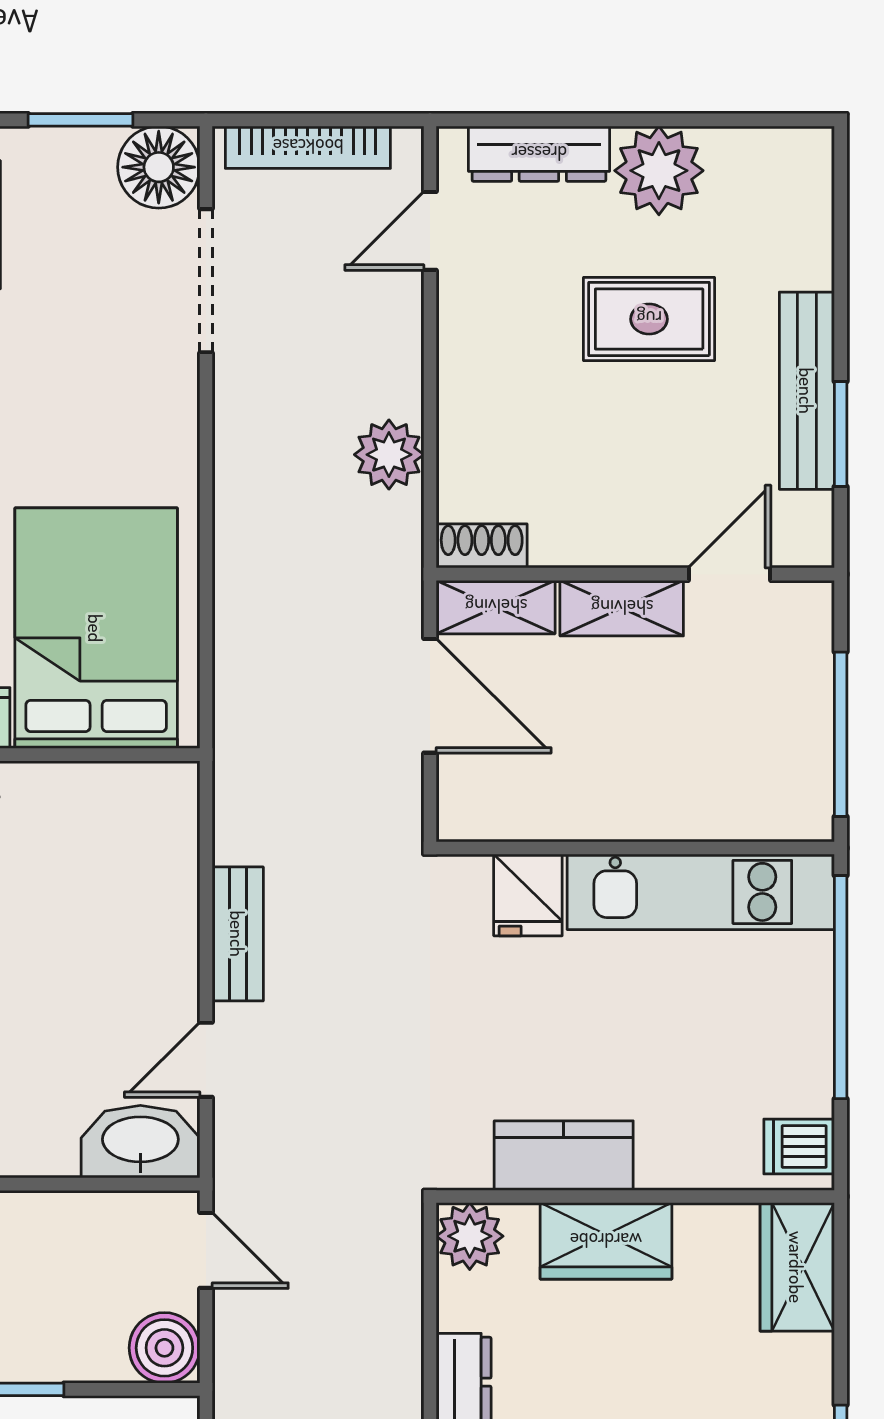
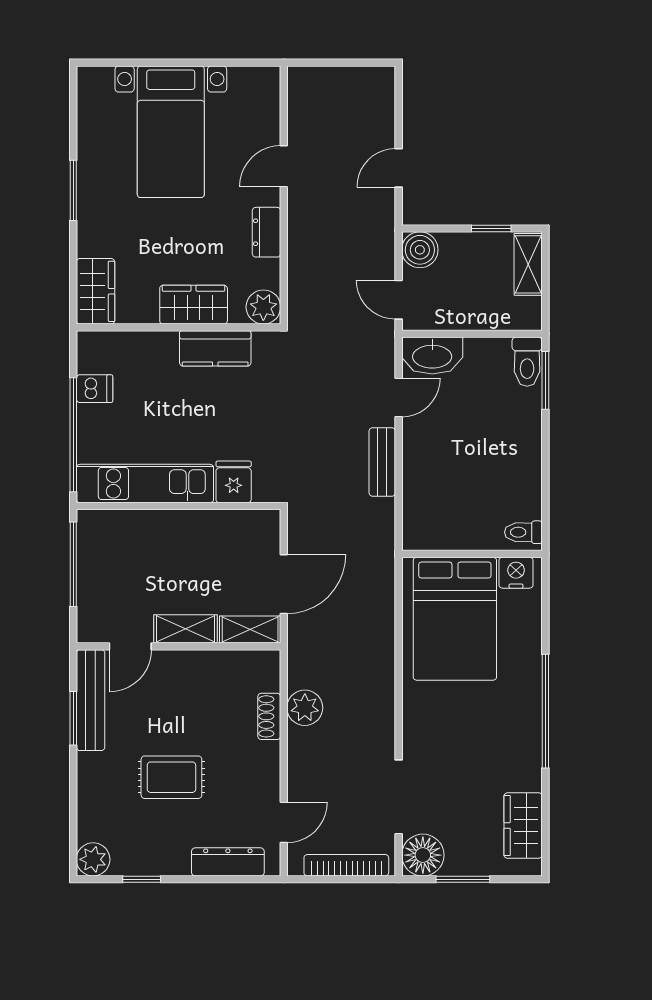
window: (707, 120) -> (142, 879), added
plant: (659, 171) -> (93, 859), moved, width x0.73, depth x0.73
bench: (807, 391) -> (91, 700), moved
shoe rack: (482, 546) -> (269, 716), moved, turned 90
door: (430, 696) -> (284, 584), swing flipped
dishwasher: (799, 1146) -> (95, 389), moved

